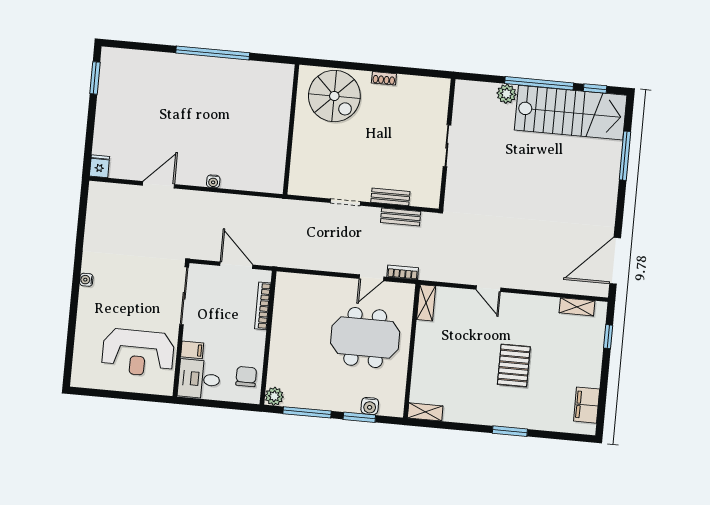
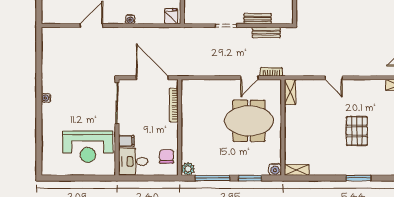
fridge: (99, 166) -> (171, 16), moved
door: (236, 265) -> (152, 78), width x1.36
water cooler: (370, 406) -> (275, 169), moved

